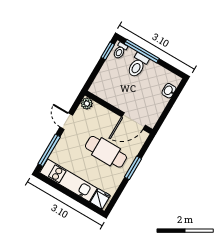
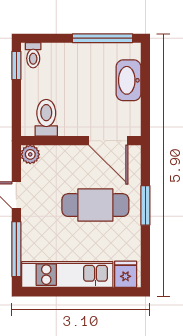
window: (142, 51) -> (102, 38), moved
toilet: (138, 65) -> (46, 118), moved, turned 180
washbasin: (169, 91) -> (128, 80), width x1.91, depth x1.45
door: (134, 121) -> (108, 141), hinge flipped

